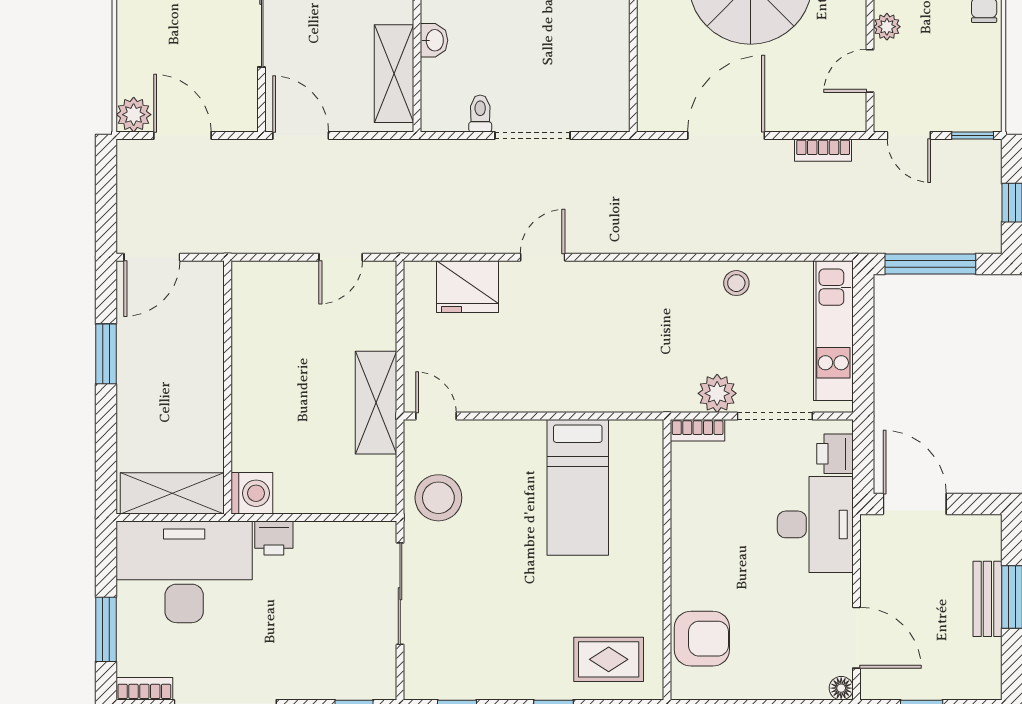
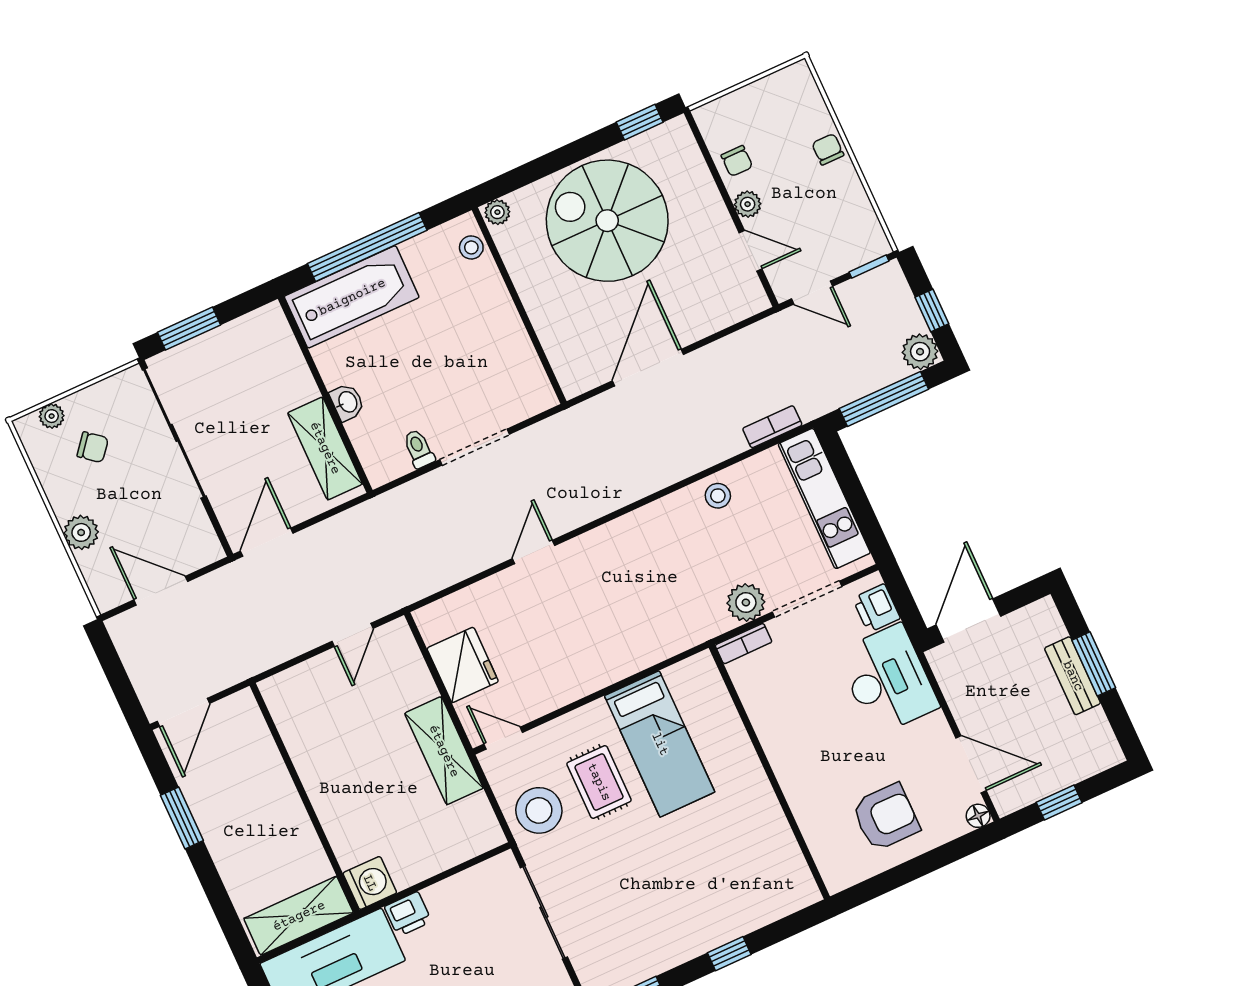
door: (870, 71) -> (751, 251), swing flipped
plant: (134, 115) -> (81, 532), moved
door: (301, 135) -> (267, 542), hinge flipped
bookcase: (823, 150) -> (772, 427), moved, turned 180
plant: (984, 236) -> (920, 352), added
fridge: (467, 287) -> (463, 665), moved, turned -90
door: (915, 504) -> (968, 620), hinge flipped
armchair: (702, 639) -> (886, 817), moved
rug: (609, 659) -> (599, 782), moved, turned 90

